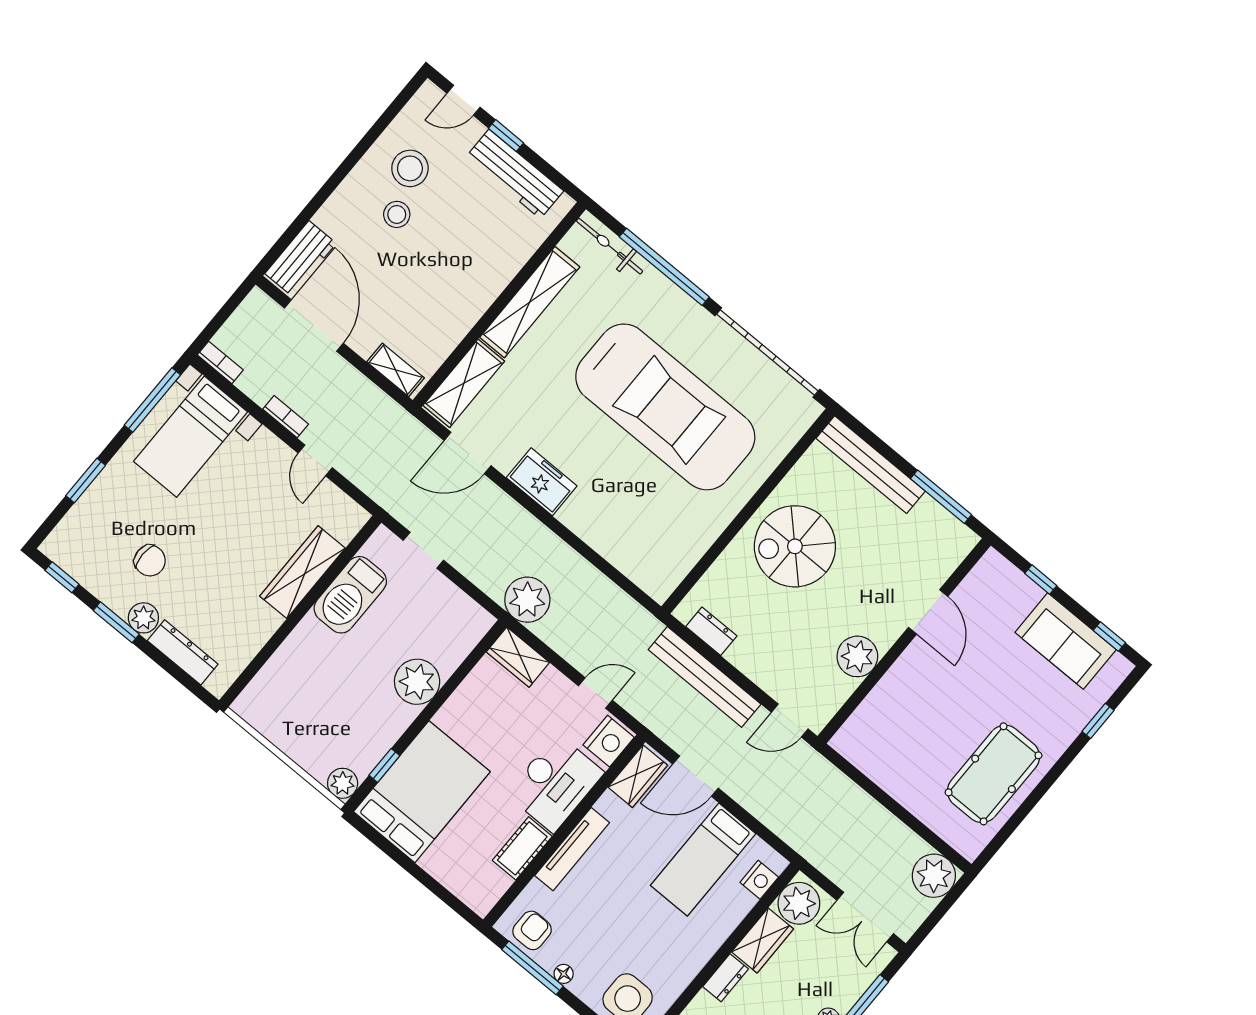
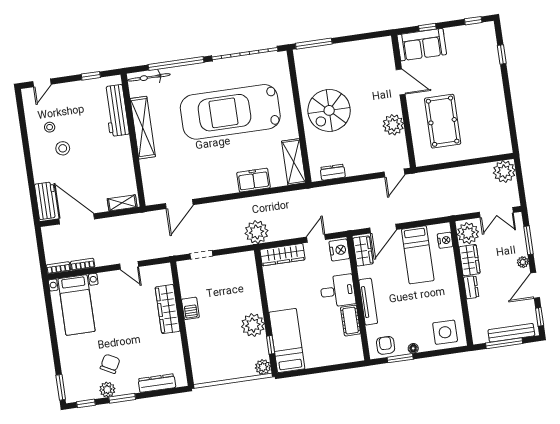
window: (506, 136) -> (91, 76), moved
stool: (410, 168) -> (50, 127), width x0.53, depth x0.53
workbench: (515, 174) -> (116, 111), moved, turned 90
shelving: (464, 383) -> (294, 162), moved
window: (152, 400) -> (49, 307), removed
car: (665, 407) -> (230, 112), turned 180
bookcase: (286, 417) -> (83, 264), moved
bench: (871, 465) -> (324, 53), removed
window: (86, 481) -> (61, 387), moved
freezer: (542, 482) -> (253, 180), moved
window: (941, 497) -> (314, 44), moved
chair: (150, 561) -> (110, 364), turned -62
barbecue: (350, 595) -> (190, 308), width x0.53, depth x0.65
plant: (143, 618) -> (107, 390), moved
sofa: (1066, 641) -> (422, 45), moved
wardrobe: (518, 657) -> (283, 255), width x1.50
bench: (705, 677) -> (348, 191), removed
plant: (417, 682) -> (253, 325), moved
pool table: (994, 774) -> (443, 121), moved
desk: (555, 783) -> (338, 291), width x0.73
bed: (422, 792) -> (287, 341), width x0.67
window: (533, 968) -> (400, 358), width x0.69

